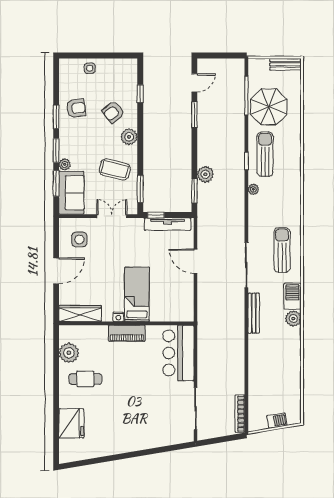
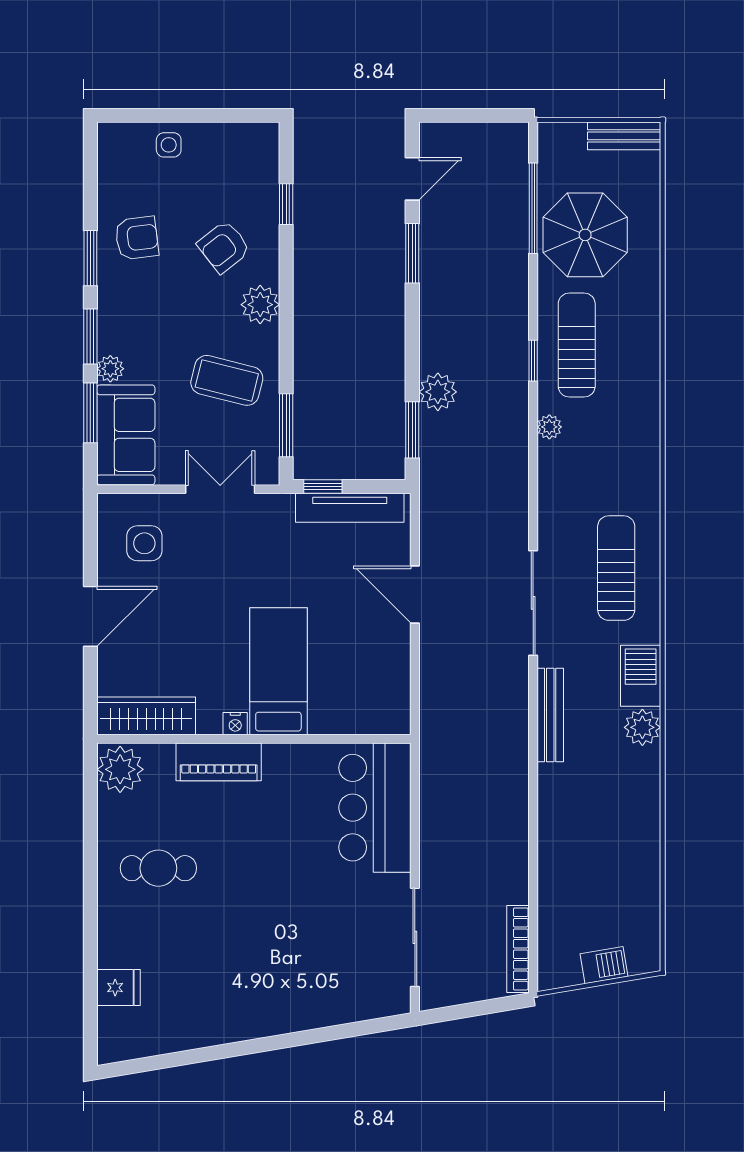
piano: (127, 333) -> (219, 762), moved
plant: (69, 353) -> (120, 769), moved
fridge: (71, 423) -> (119, 988), width x0.53, depth x0.75

